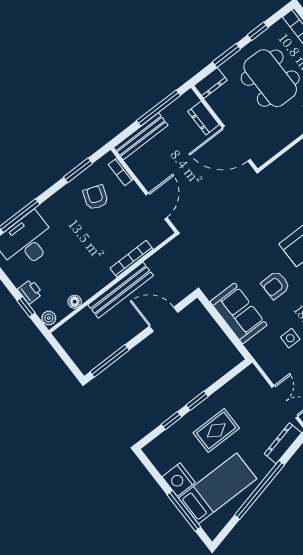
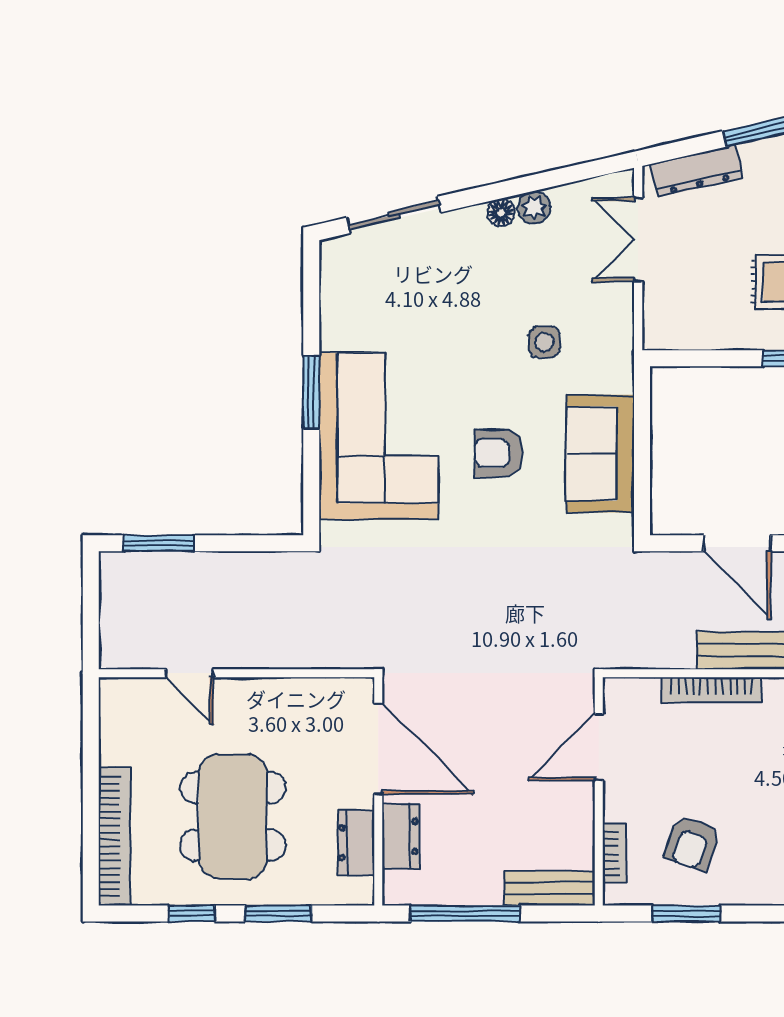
dresser: (211, 83) -> (356, 843), moved, turned -90
bench: (141, 136) -> (550, 888), width x0.73
armchair: (276, 285) -> (499, 453), turned 180

